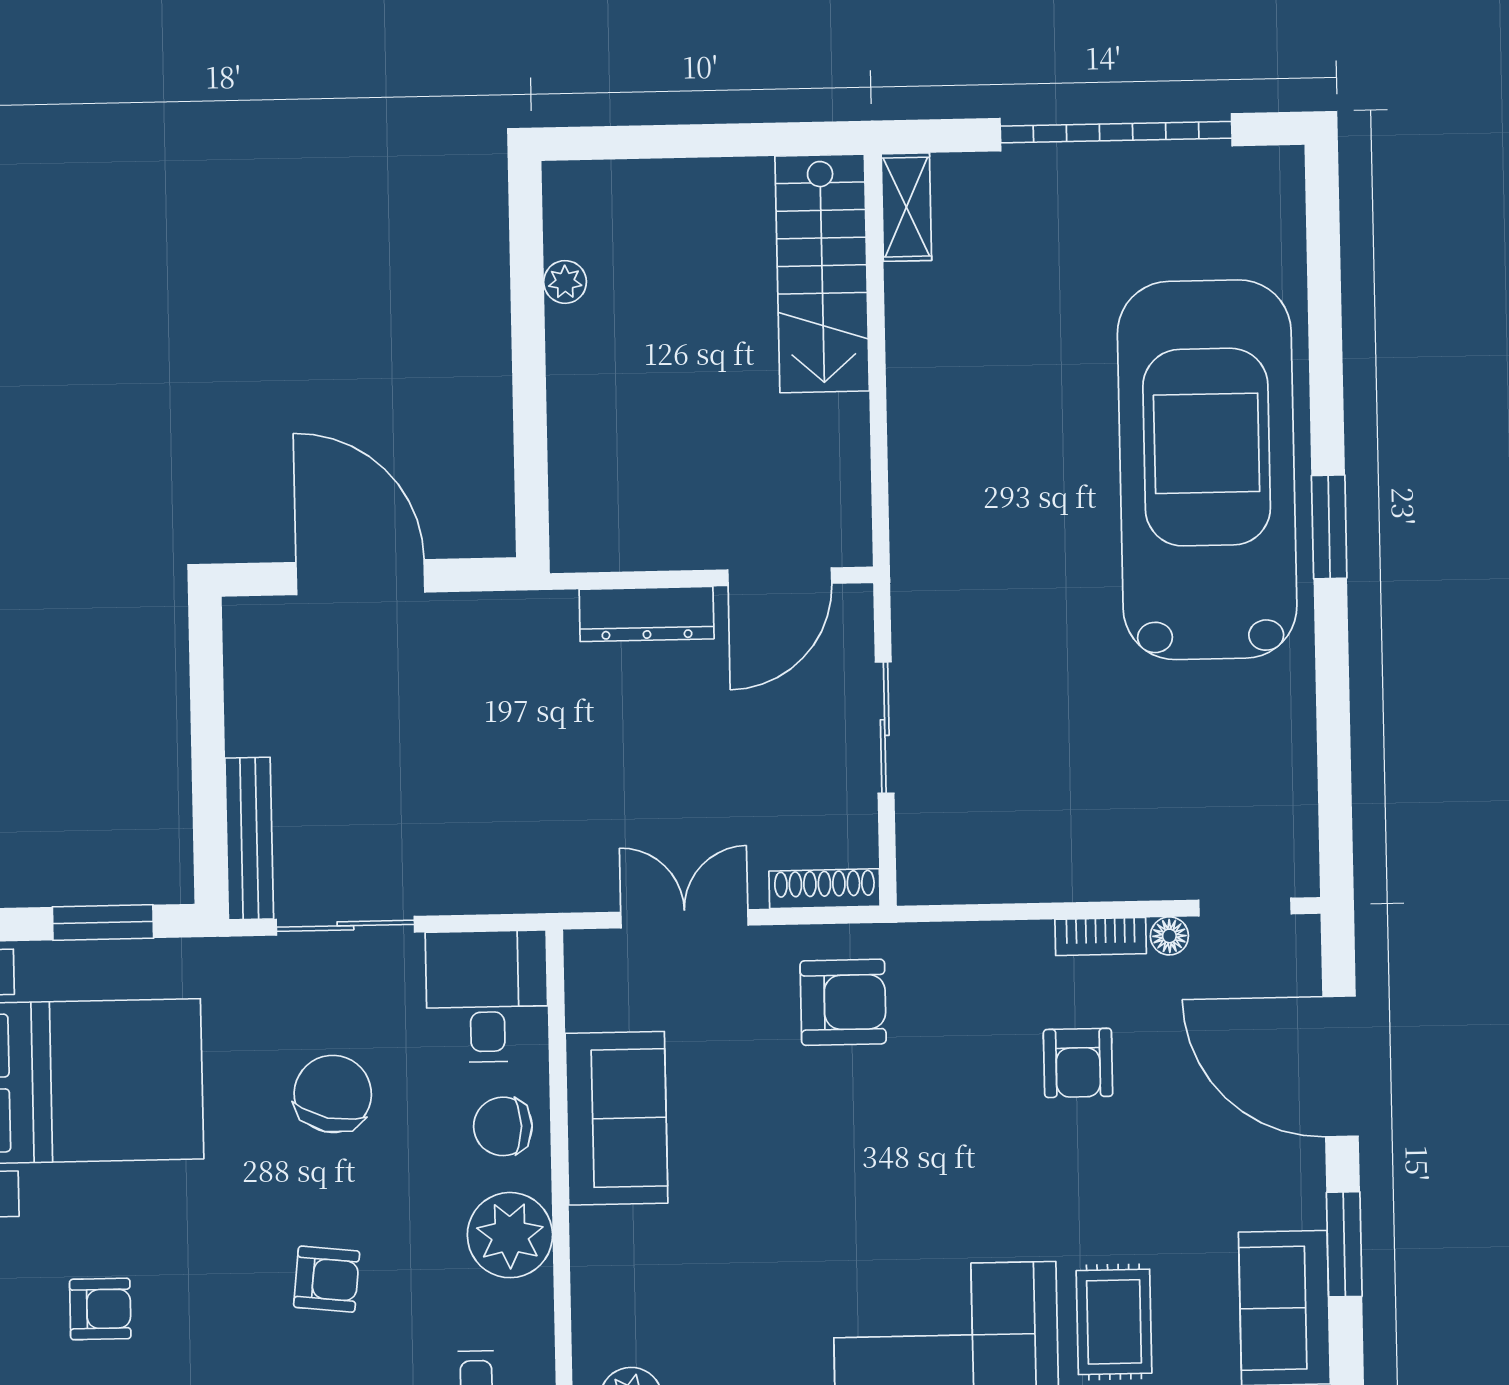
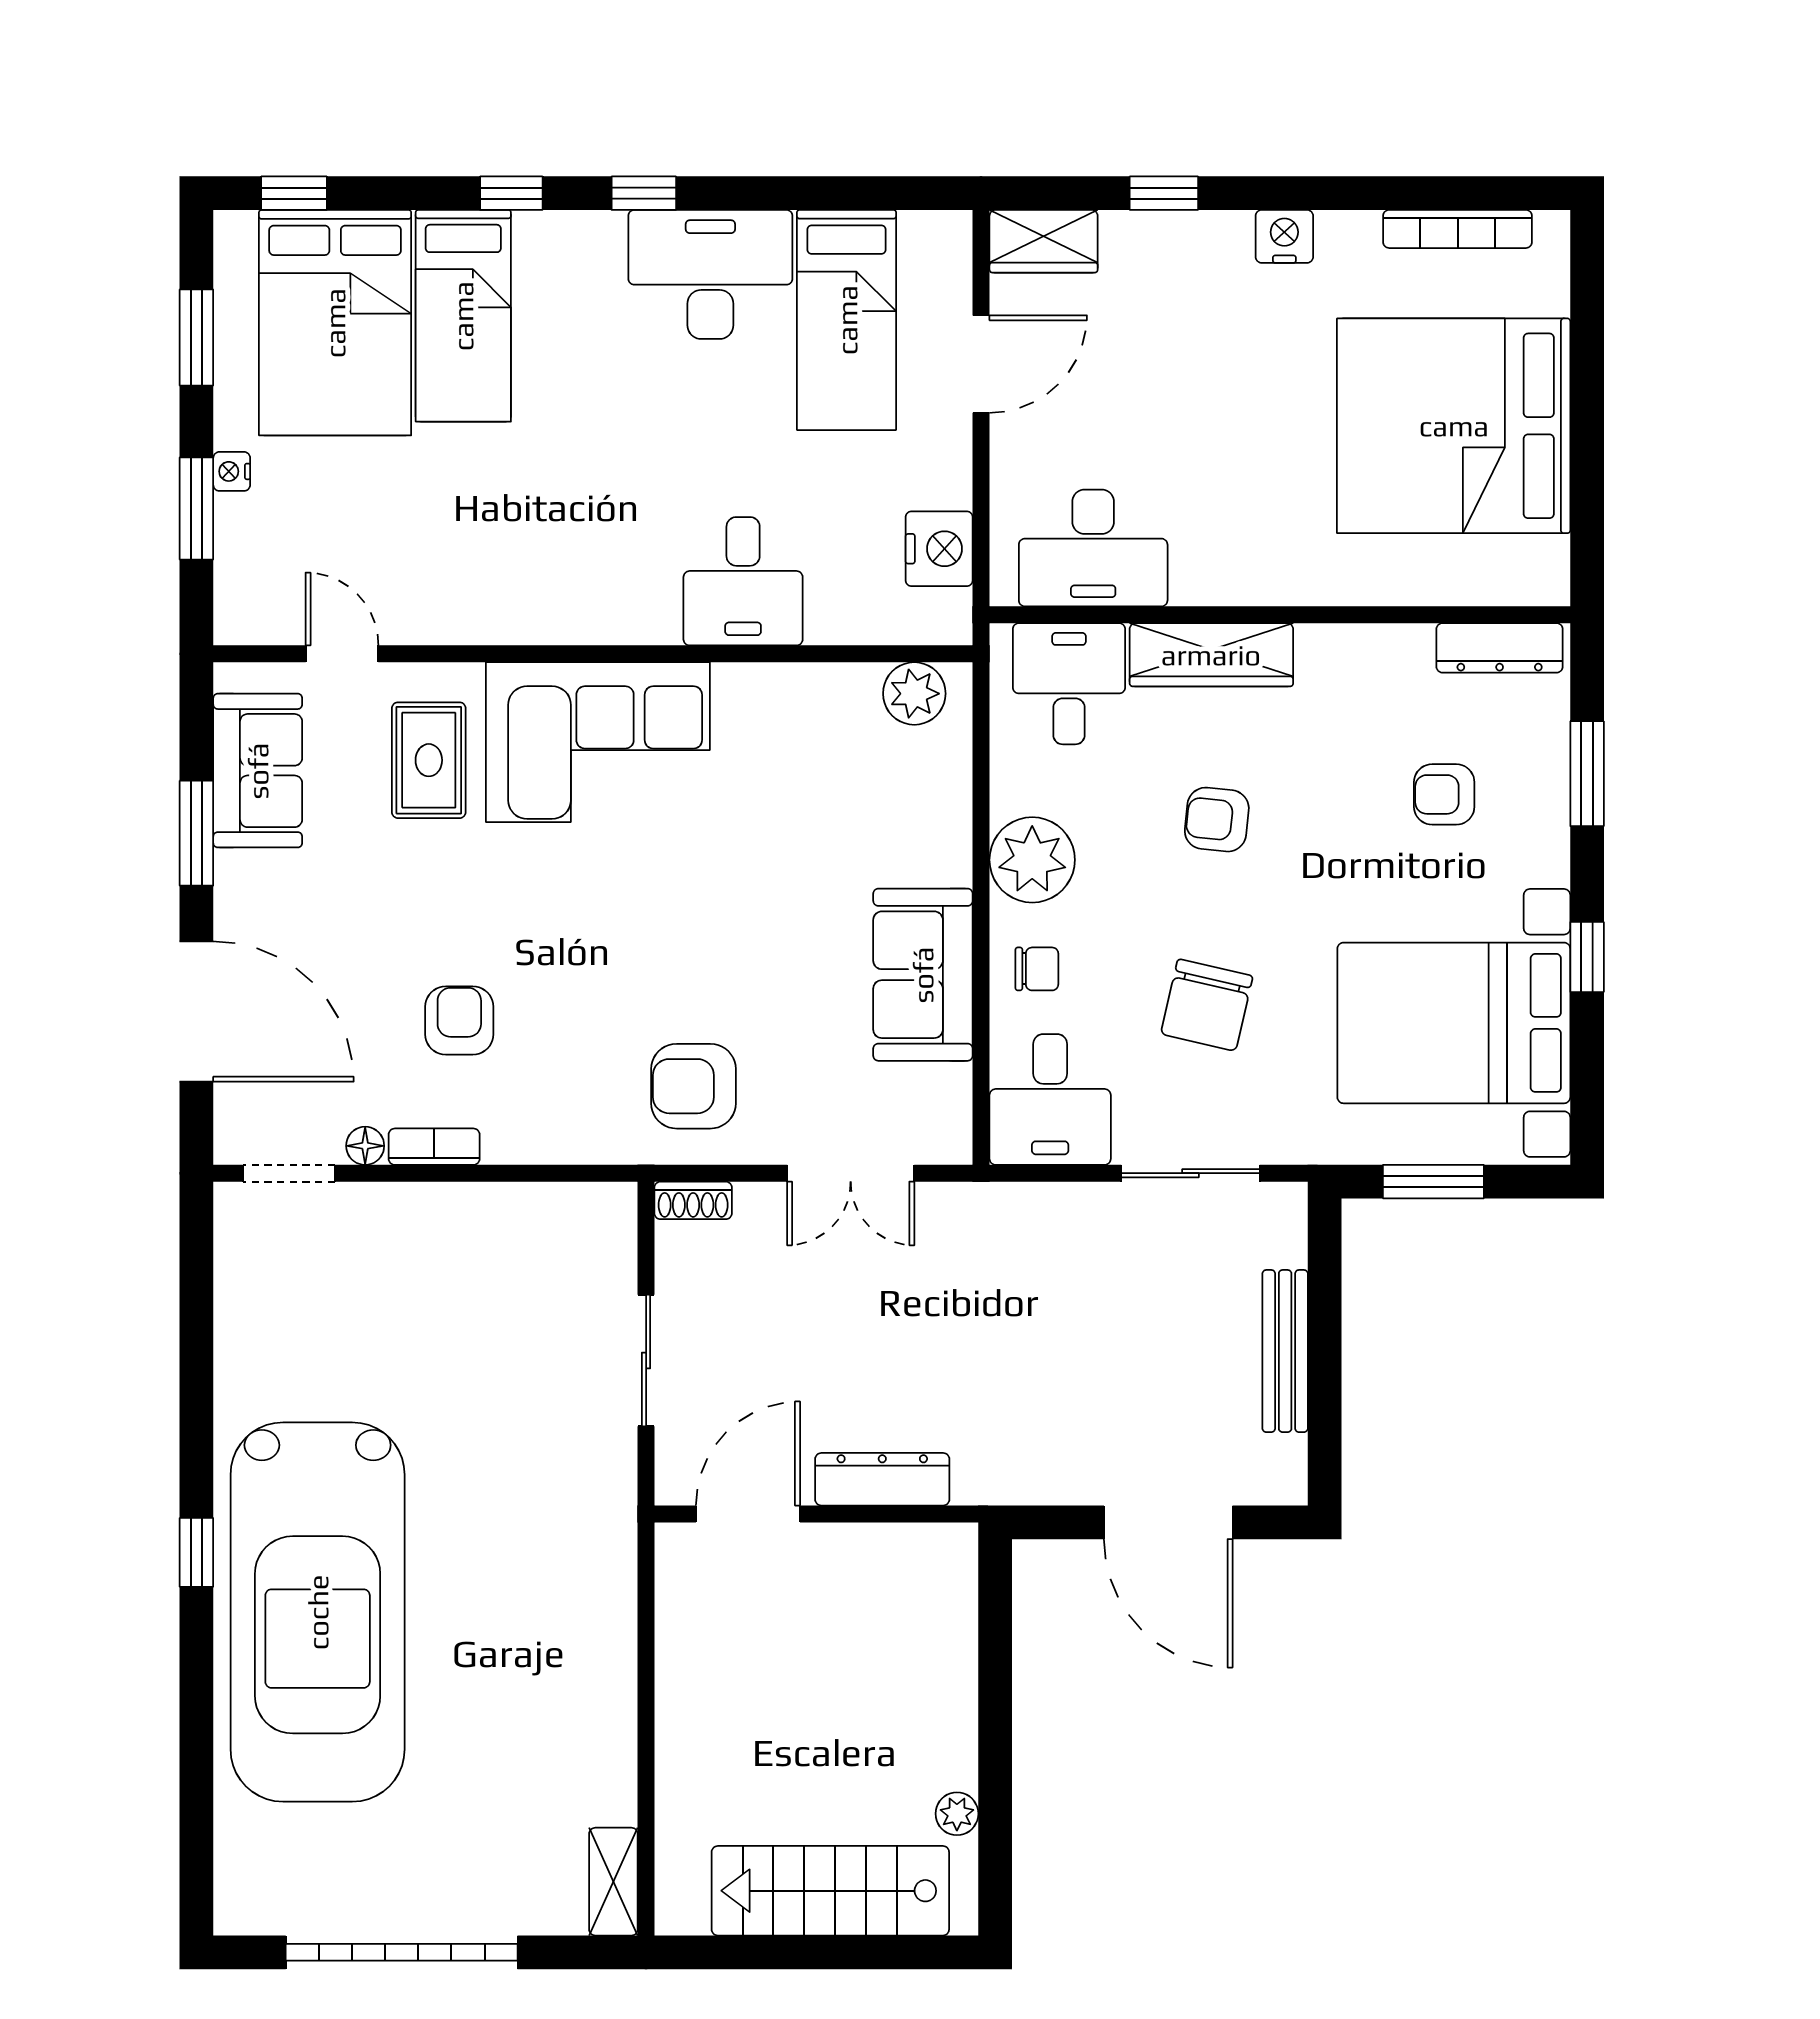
stairs: (822, 273) -> (830, 1891), moved, turned -90
window: (1329, 527) -> (196, 1552), width x0.67
bench: (249, 839) -> (1285, 1351), moved
shoe rack: (825, 889) -> (693, 1200), width x0.70
chair: (503, 1126) -> (1037, 969), width x0.73, depth x0.73

